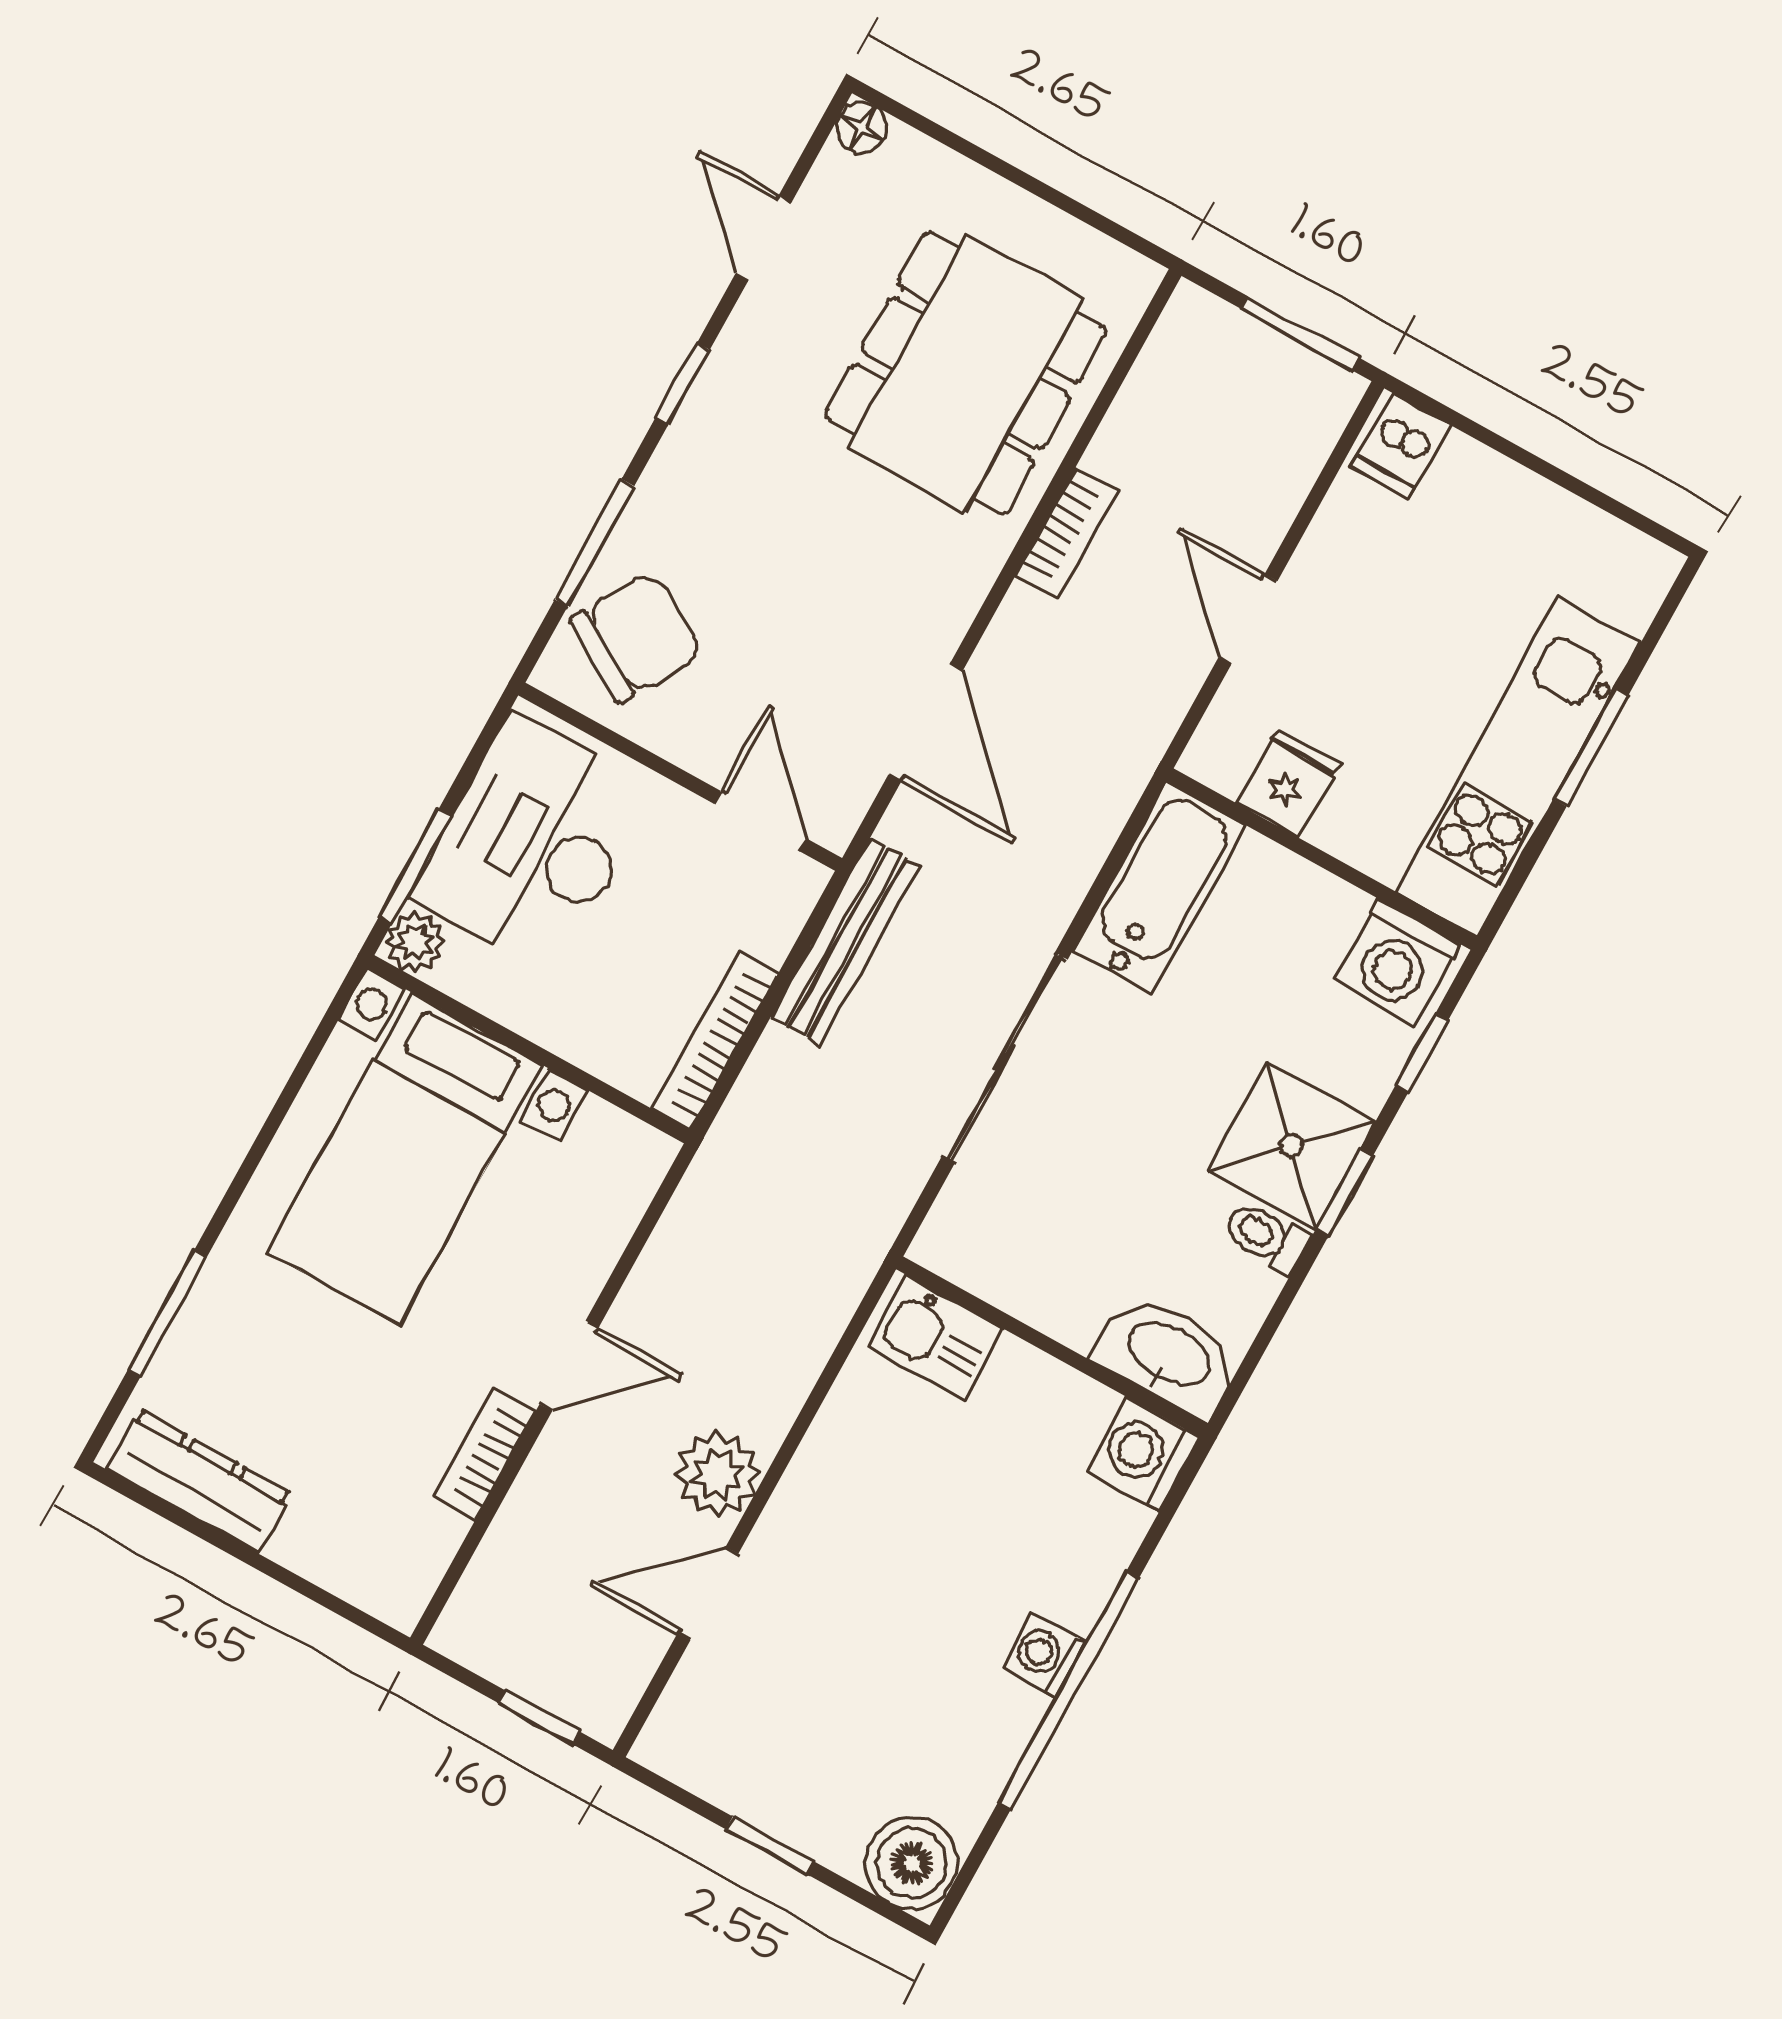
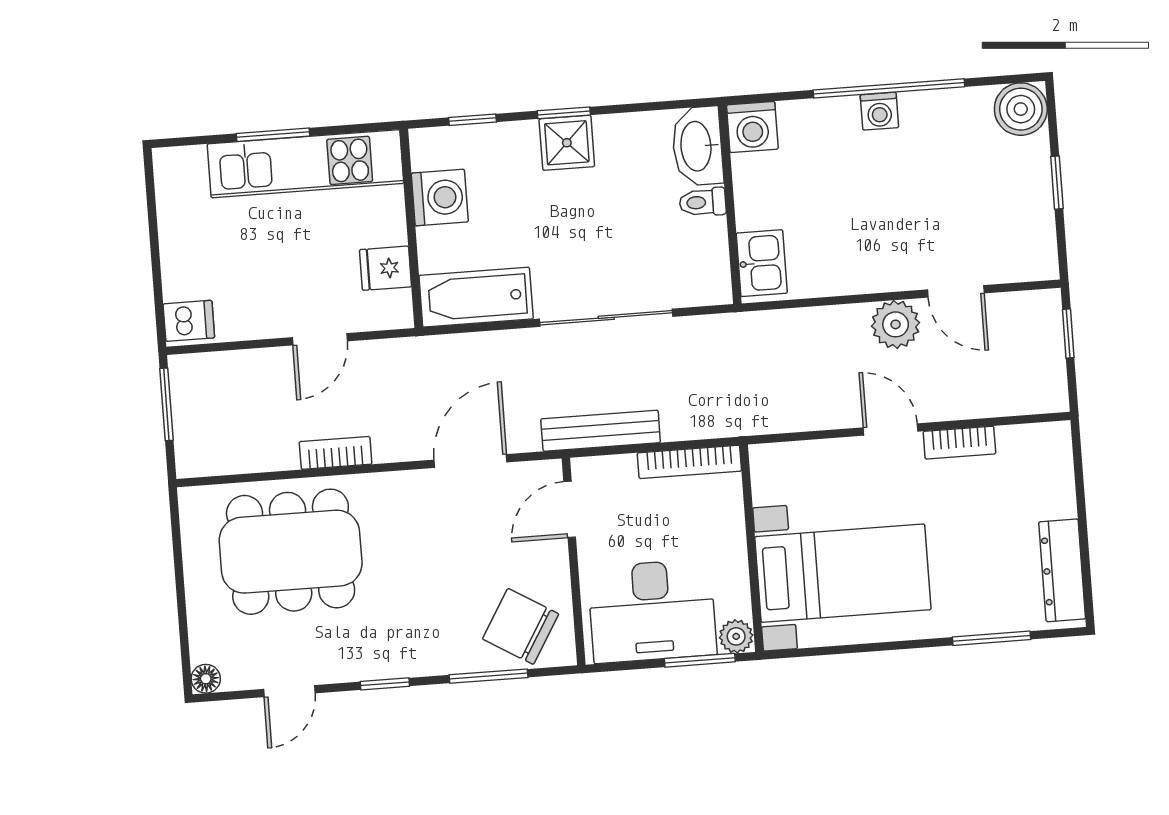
washing machine: (1397, 962) -> (440, 198), moved
shower: (1291, 1146) -> (567, 143), width x0.73, depth x0.73
toilet: (1266, 1237) -> (703, 202), moved, turned 90

